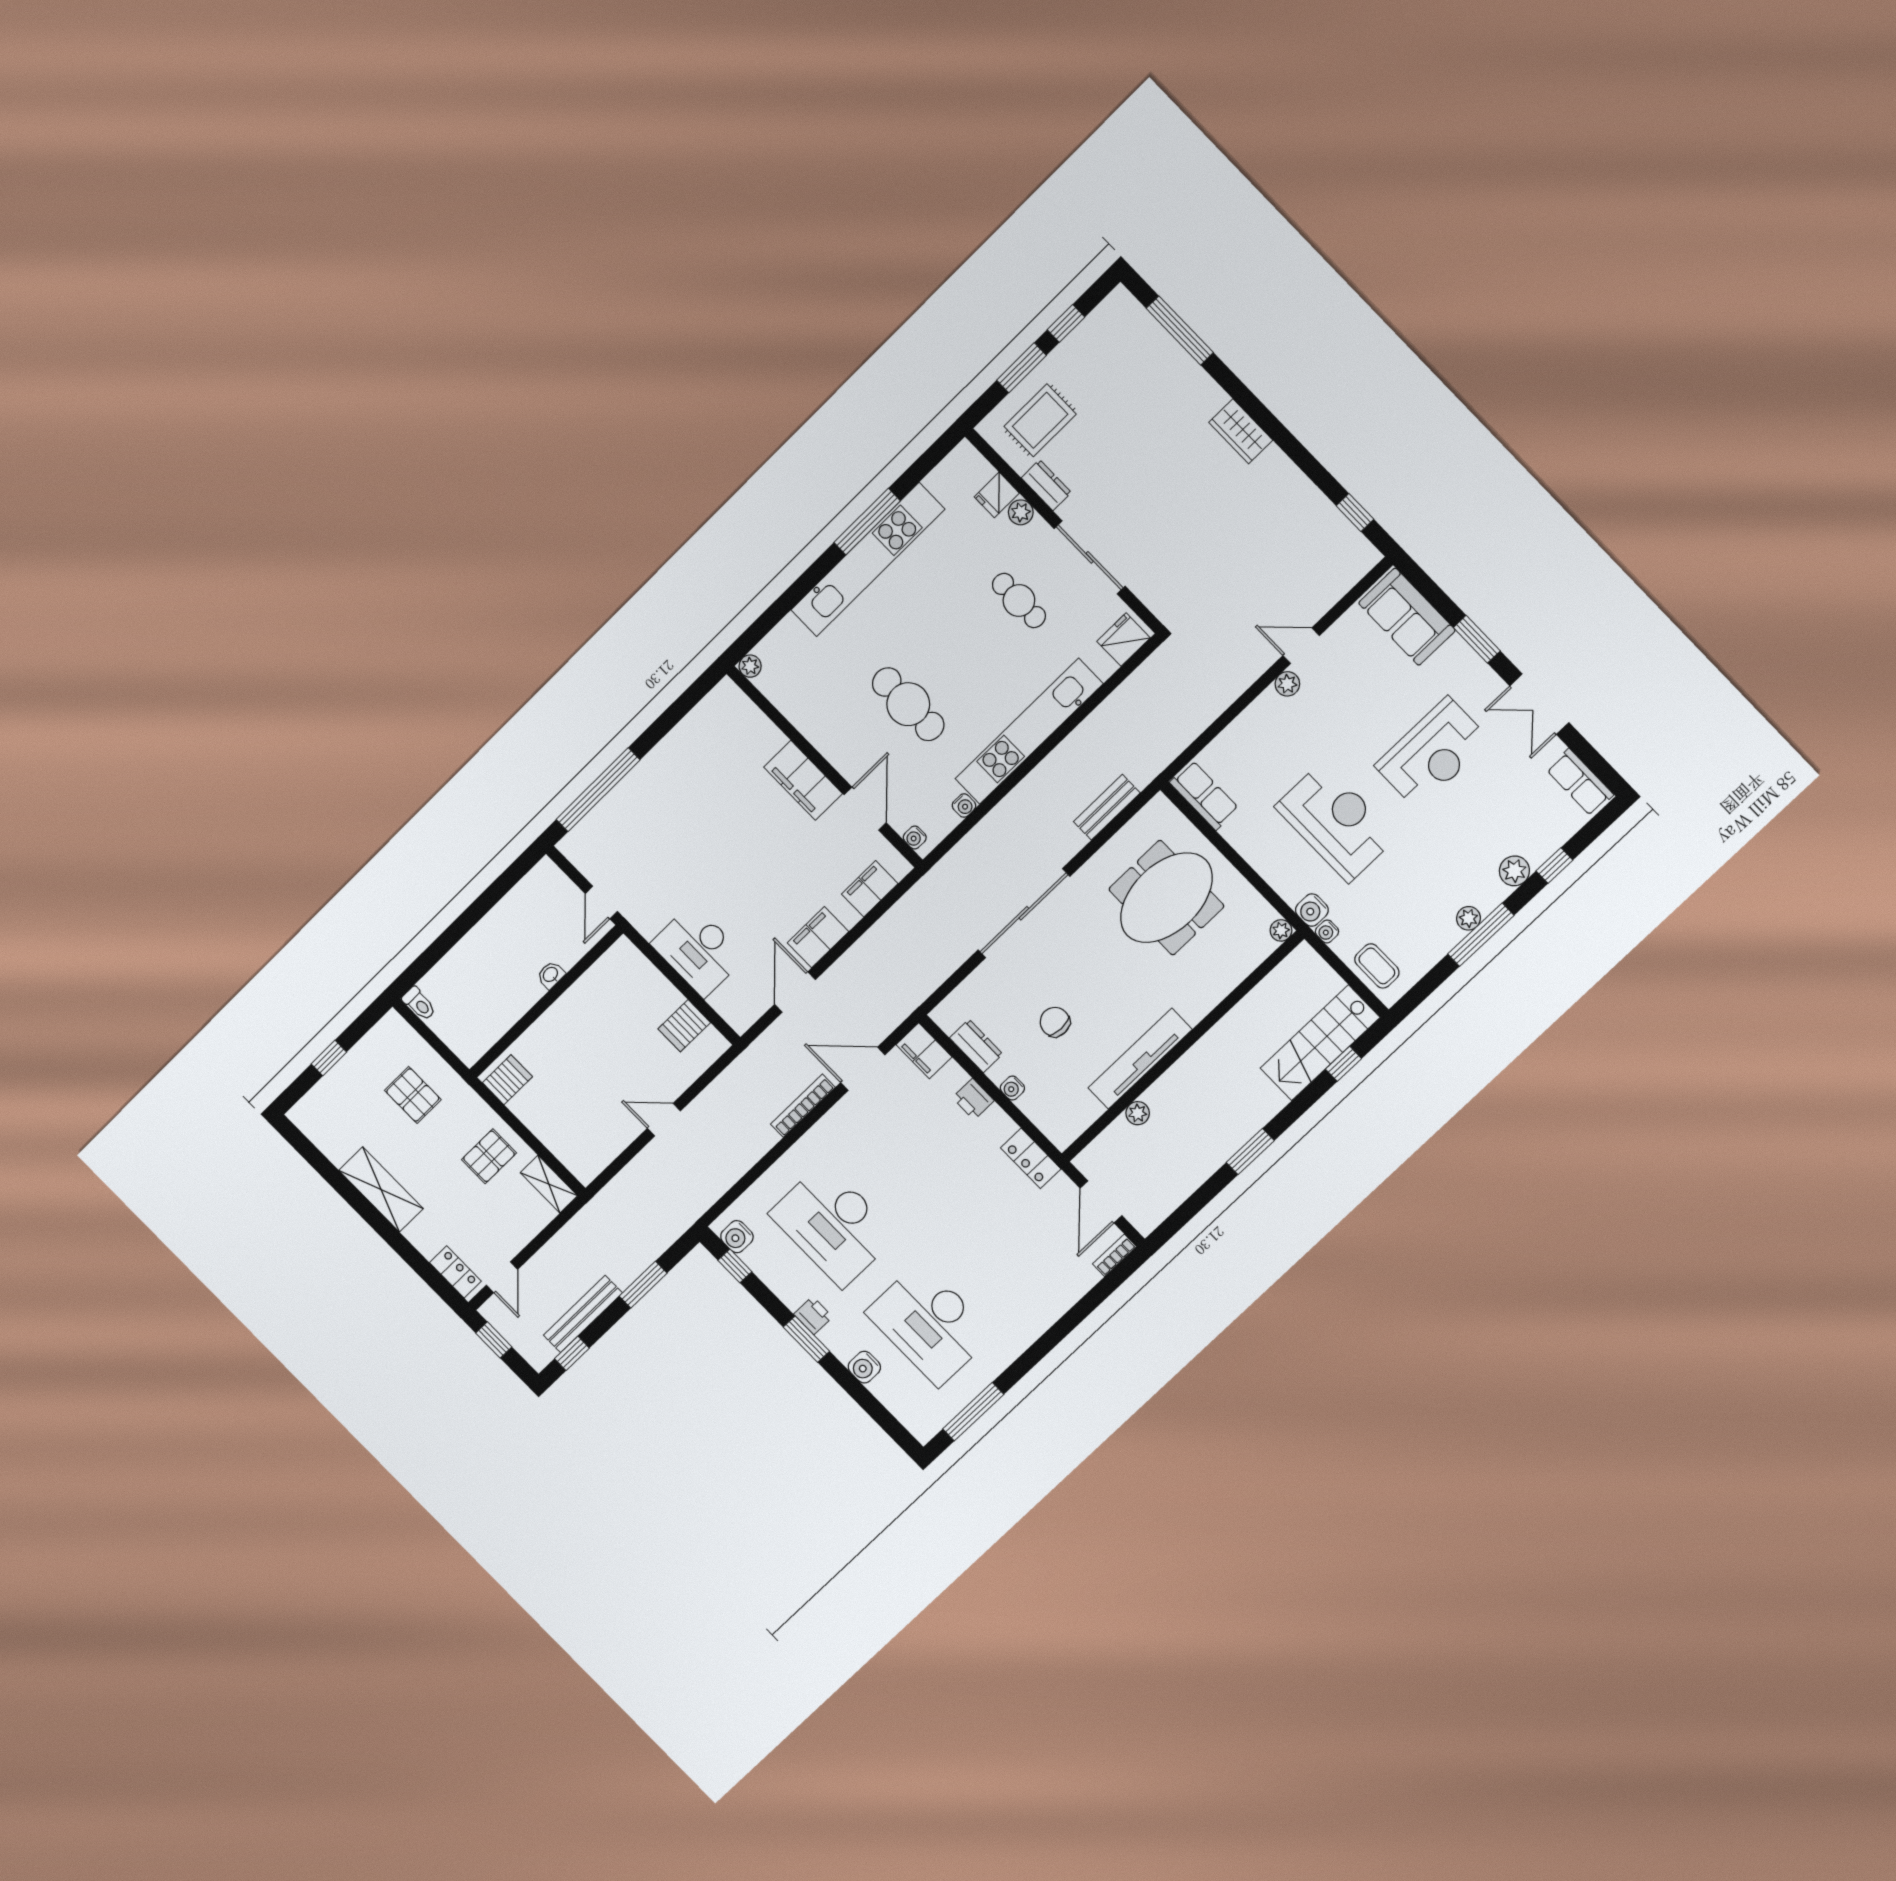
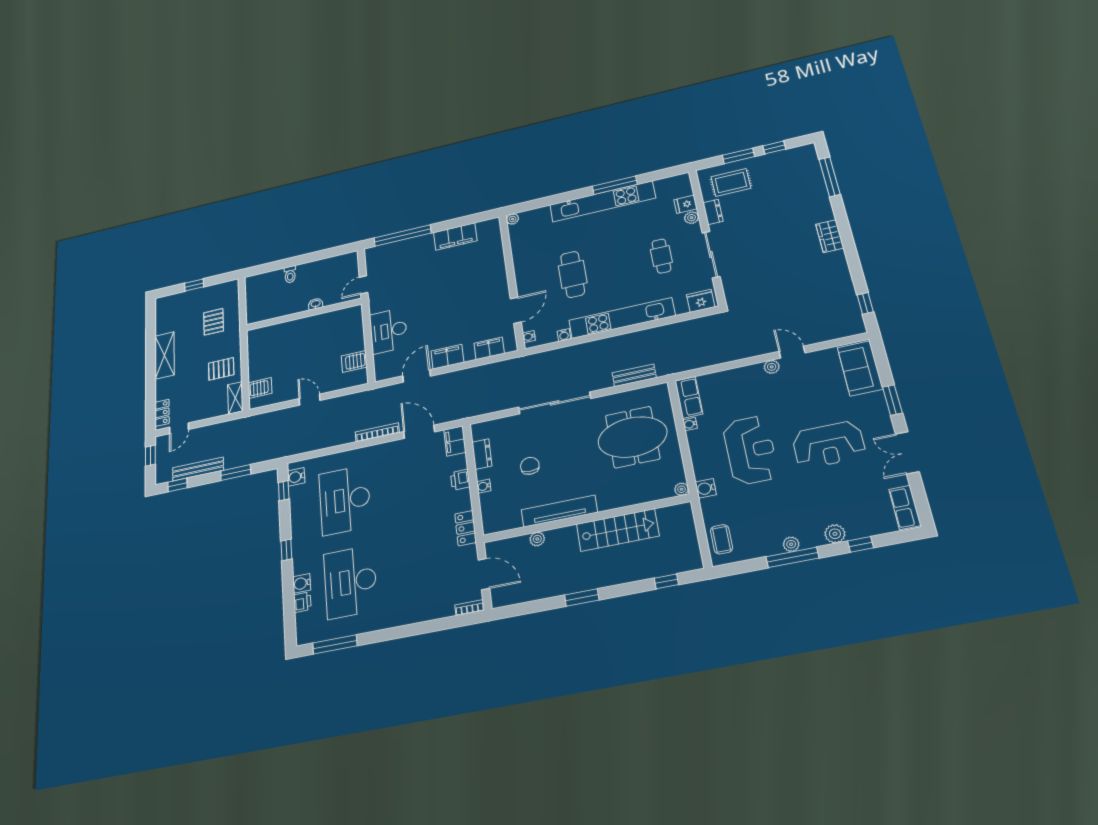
filing cabinet: (803, 780) -> (455, 237), moved, turned -90
water cooler: (1327, 931) -> (690, 424), moved
toilet: (419, 1004) -> (290, 274), moved
stairs: (1320, 1043) -> (618, 530), moved, turned 180
server rack: (507, 1080) -> (260, 388), moved
door: (1101, 1202) -> (484, 574), swing flipped
printer: (813, 1315) -> (302, 602), moved
window: (806, 1339) -> (286, 550), width x0.67

